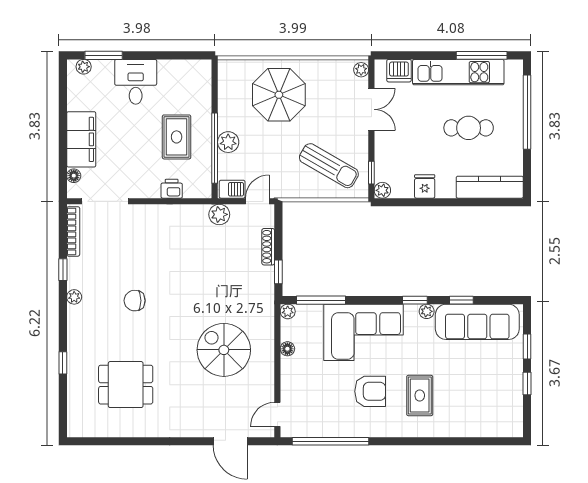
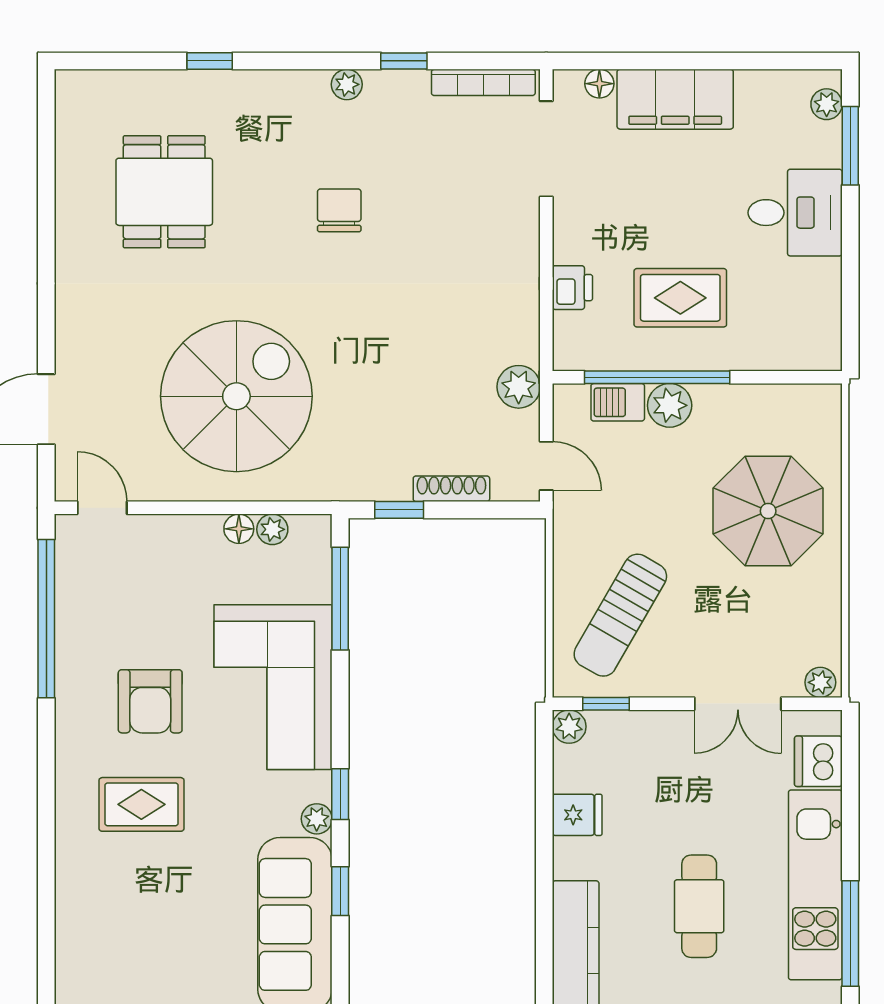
barbecue: (232, 189) -> (618, 402), moved, turned 90
plant: (288, 311) -> (272, 529), moved
spiral stairs: (224, 350) -> (236, 396), width x1.37, depth x1.37

